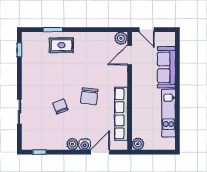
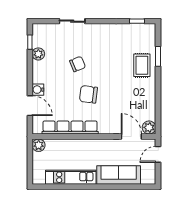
plant: (72, 144) -> (38, 54), moved

